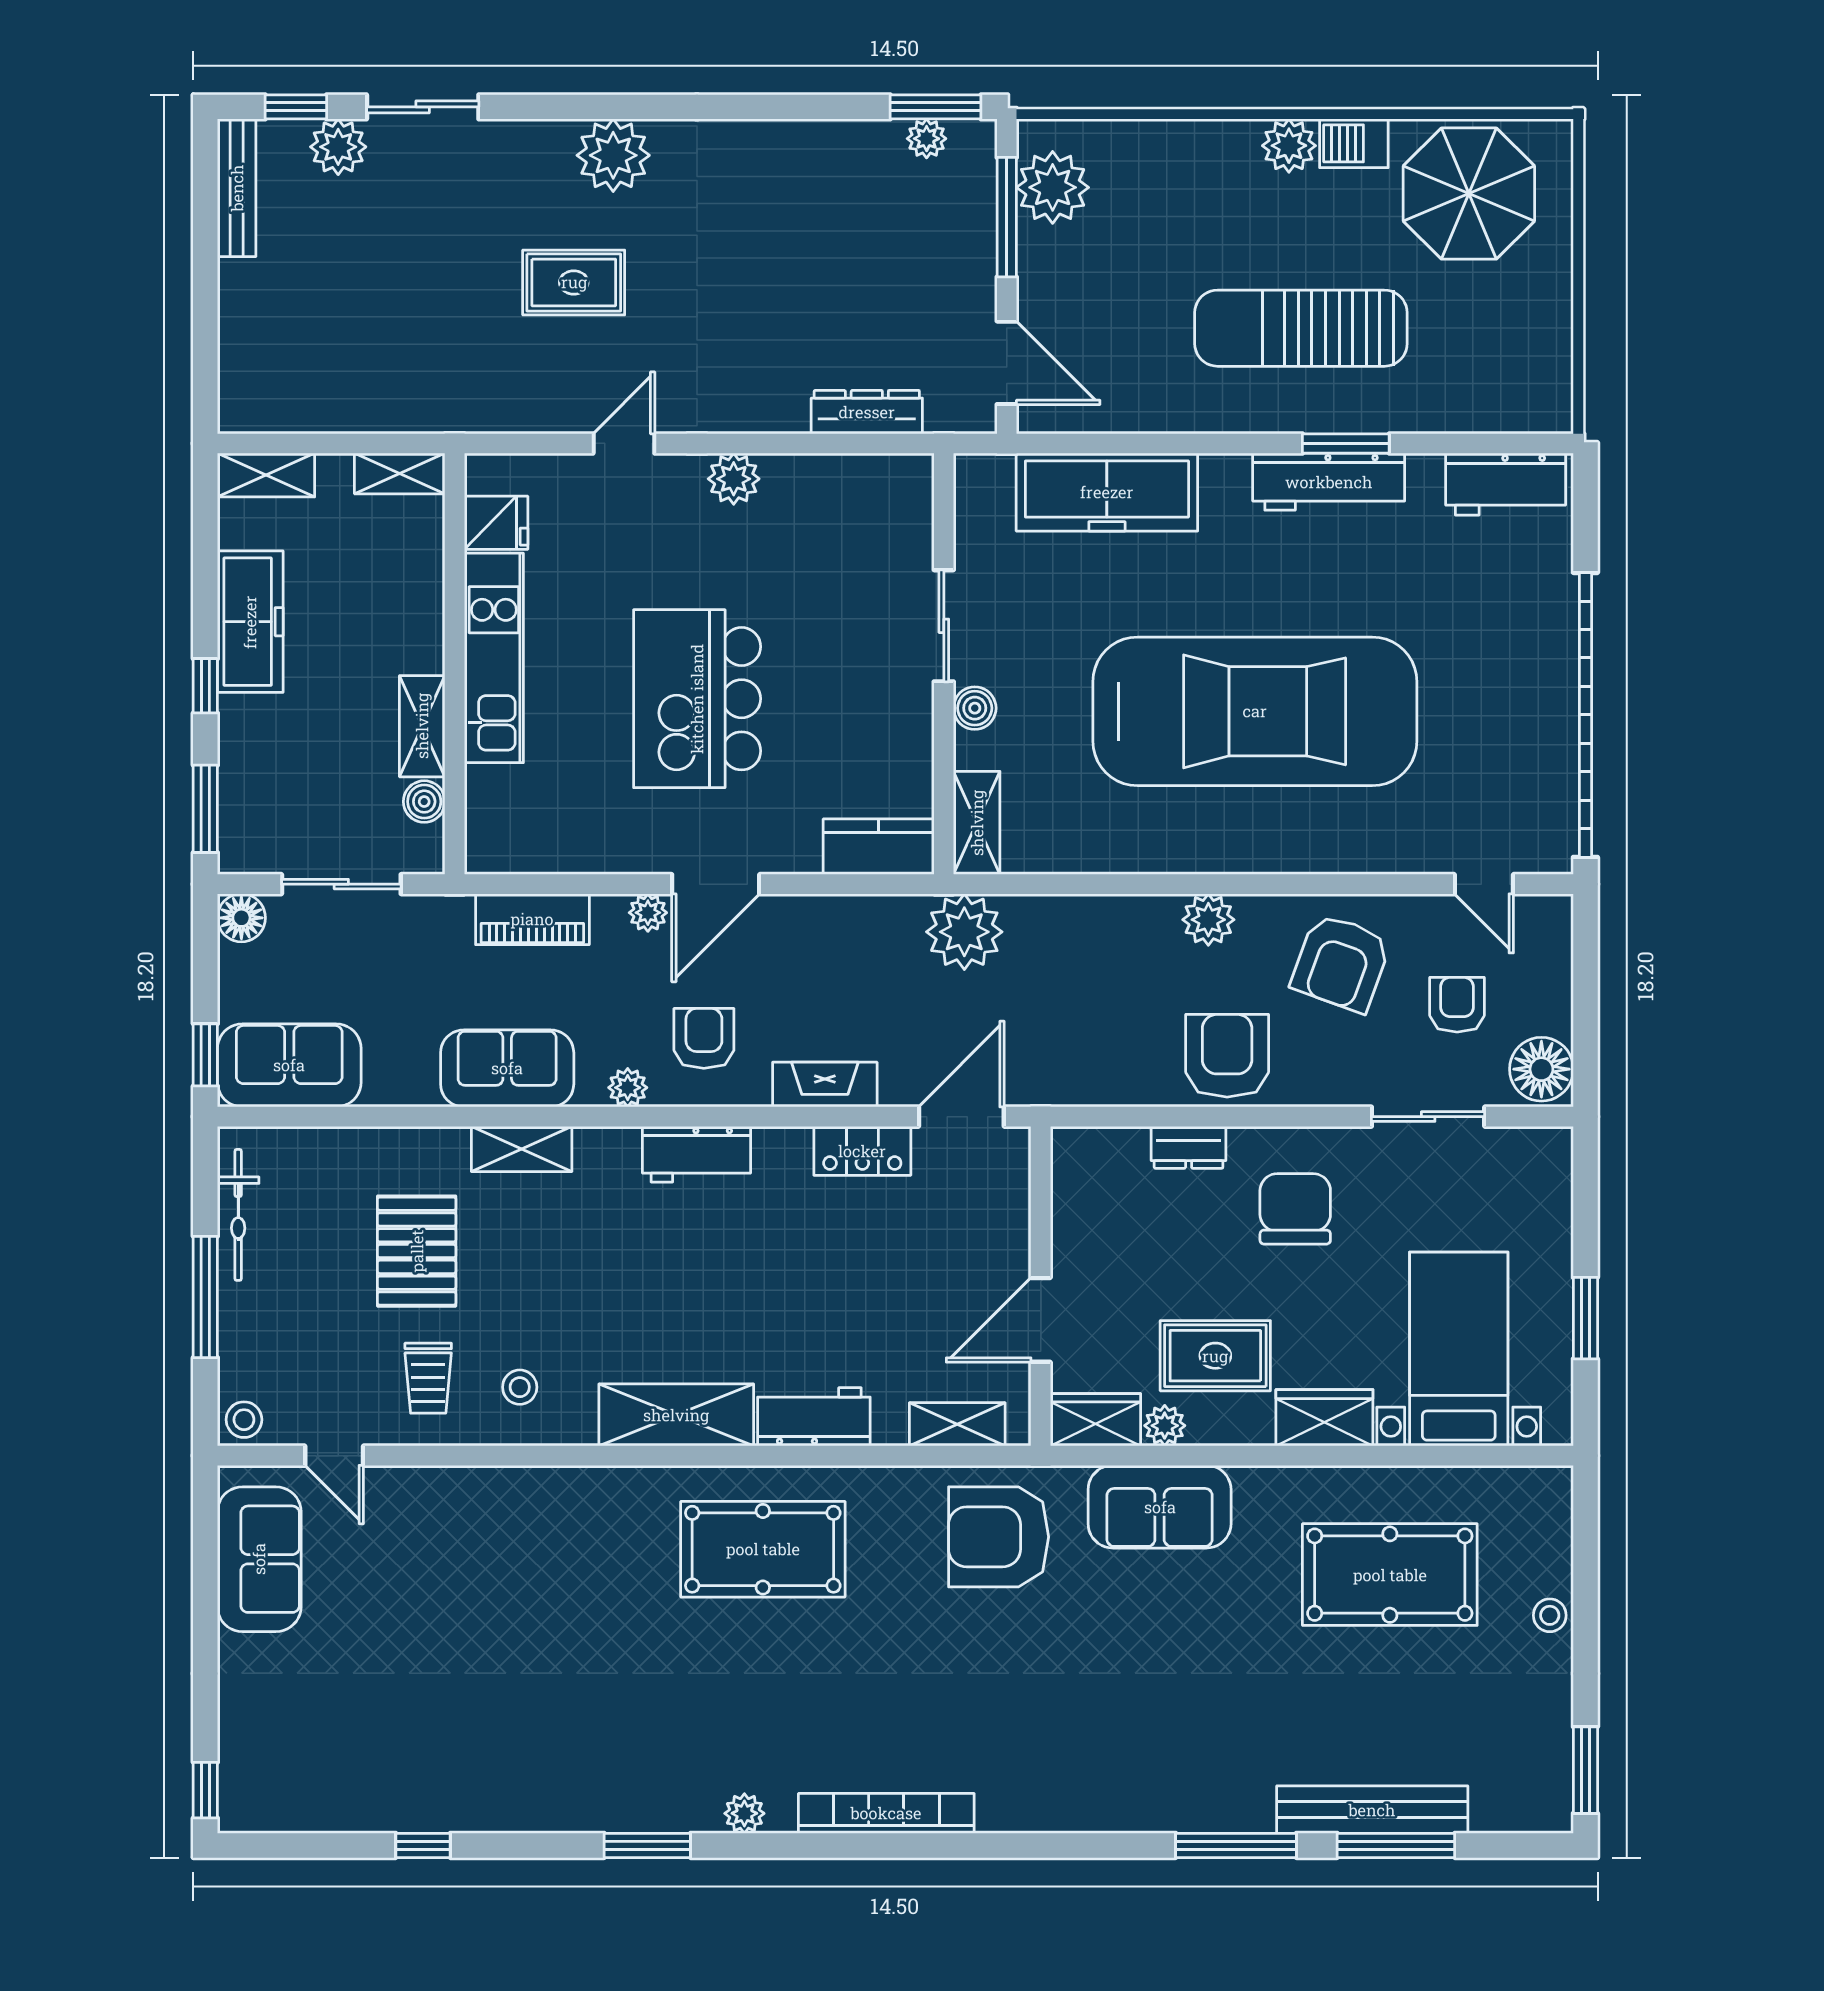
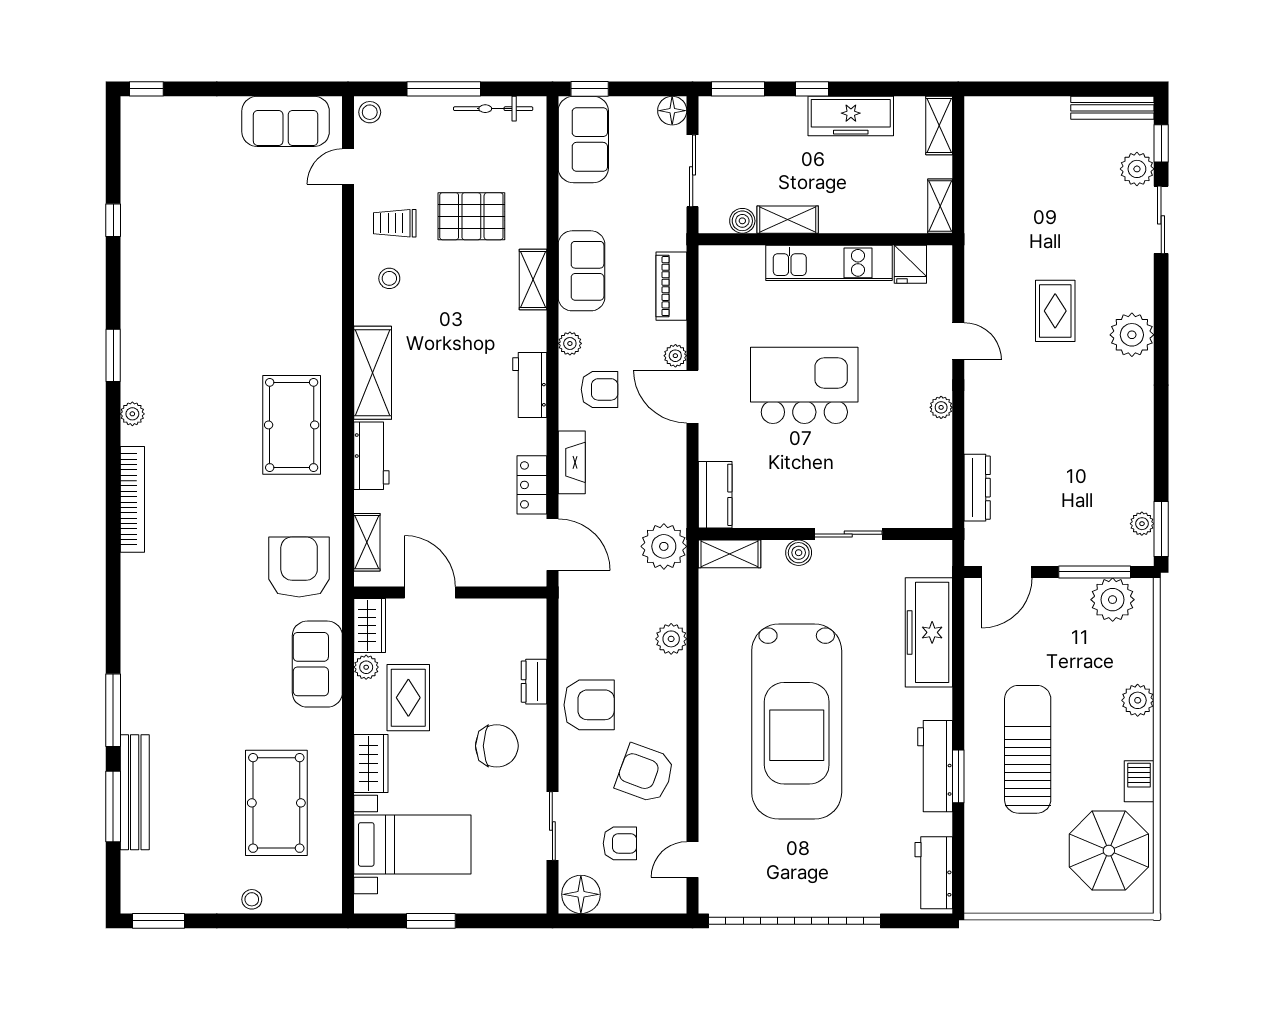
plant: (1289, 146) -> (1138, 700), moved
plant: (734, 479) -> (941, 407), width x0.73, depth x0.73
plant: (1208, 920) -> (671, 639), moved

